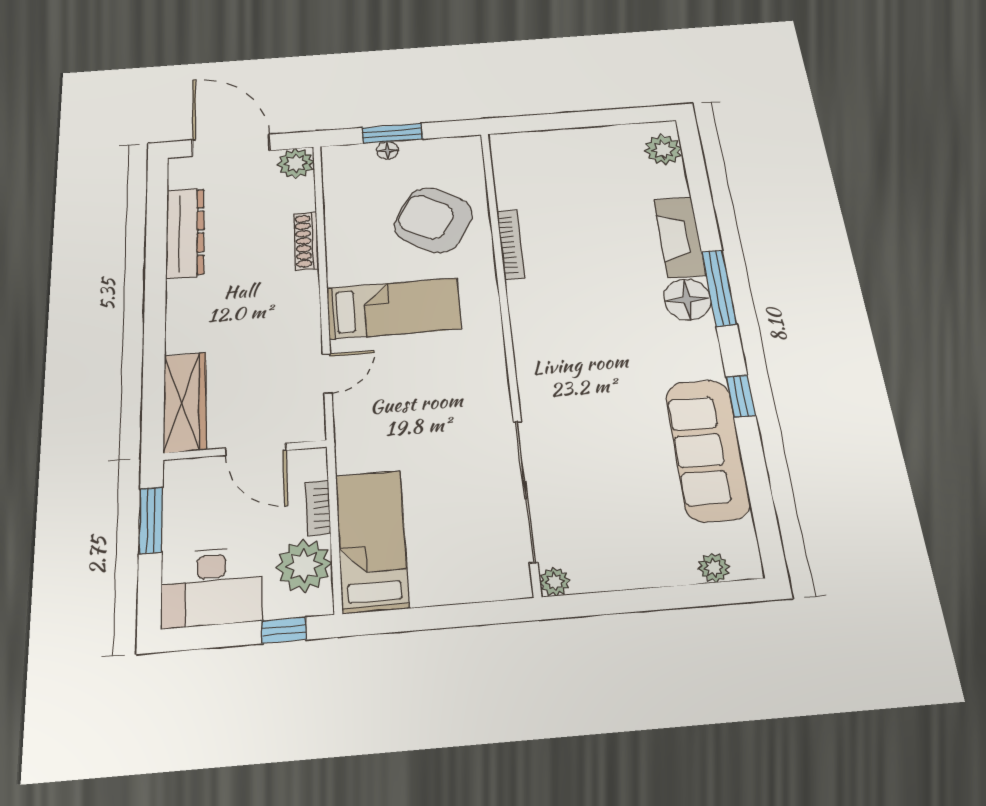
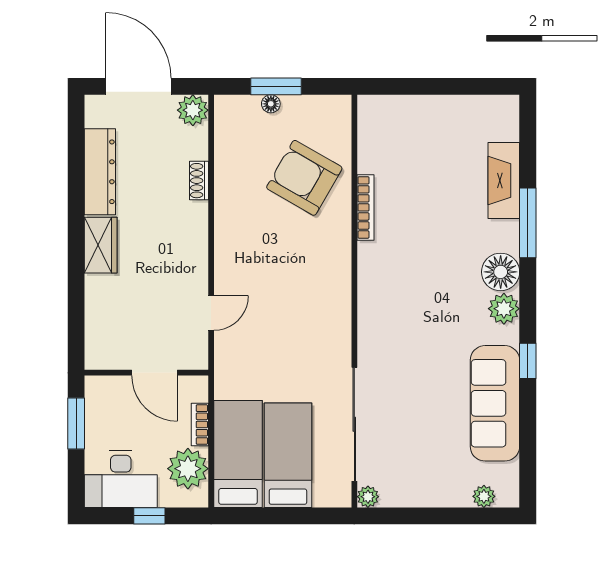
plant: (663, 150) -> (504, 309), moved
fireplace: (680, 237) -> (504, 181), moved
shoe rack: (306, 241) -> (199, 181), width x0.70
window: (719, 288) -> (528, 223), moved
bed: (394, 308) -> (288, 455), moved, turned -90
wardrobe: (185, 402) -> (101, 245), moved, width x0.67
window: (284, 630) -> (149, 516), moved

